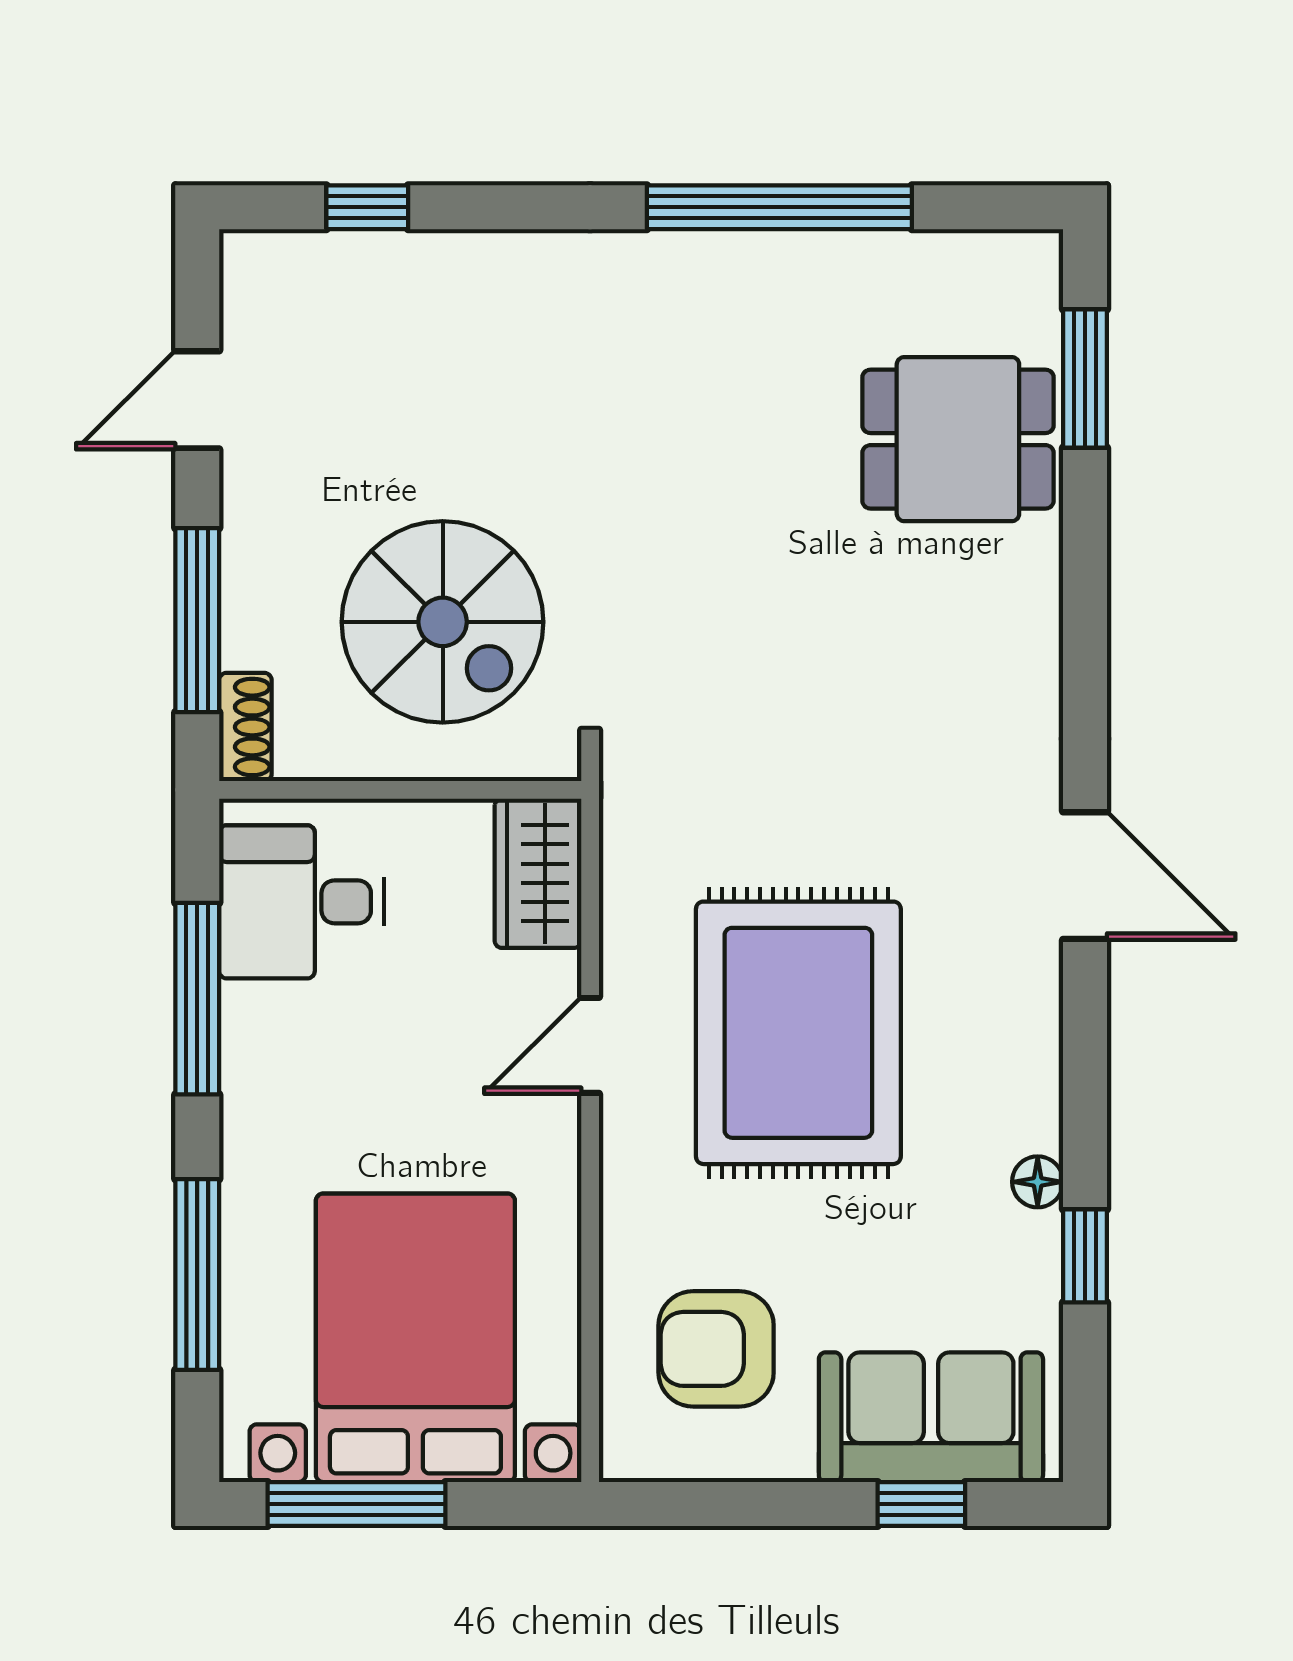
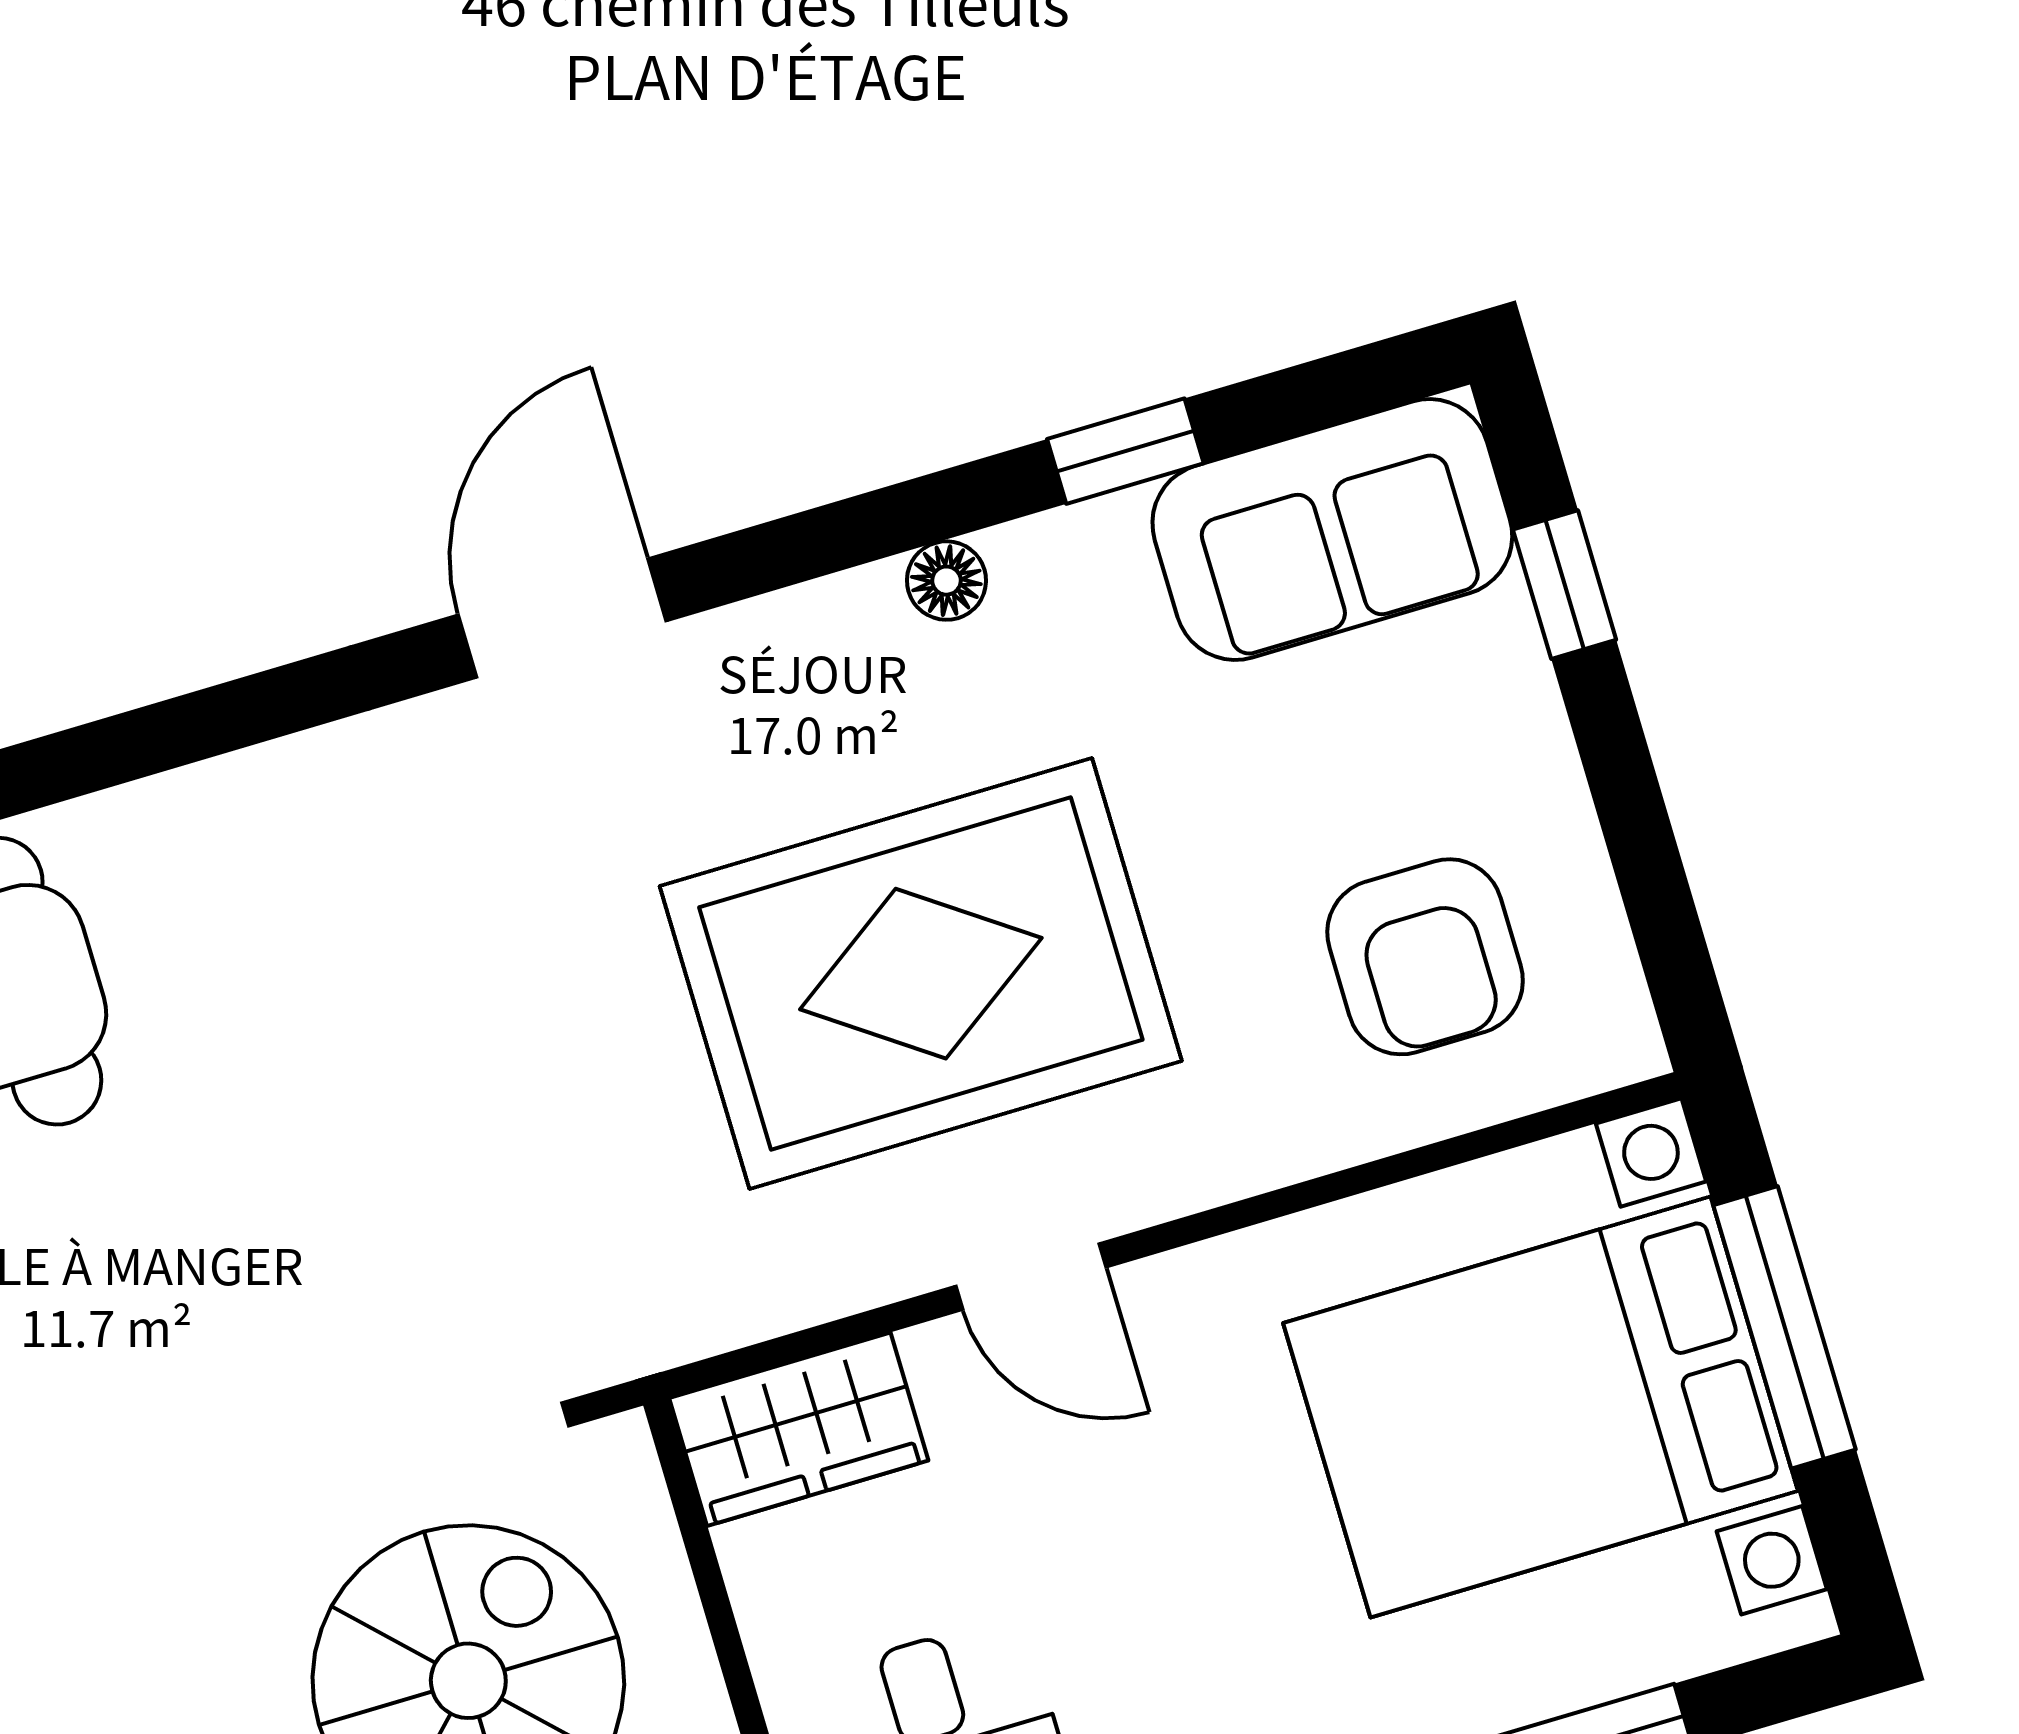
floor lamp: (1038, 1182) -> (946, 581), moved
sofa: (931, 1417) -> (1332, 530), moved, turned -90
window: (357, 1504) -> (1785, 1327), moved

